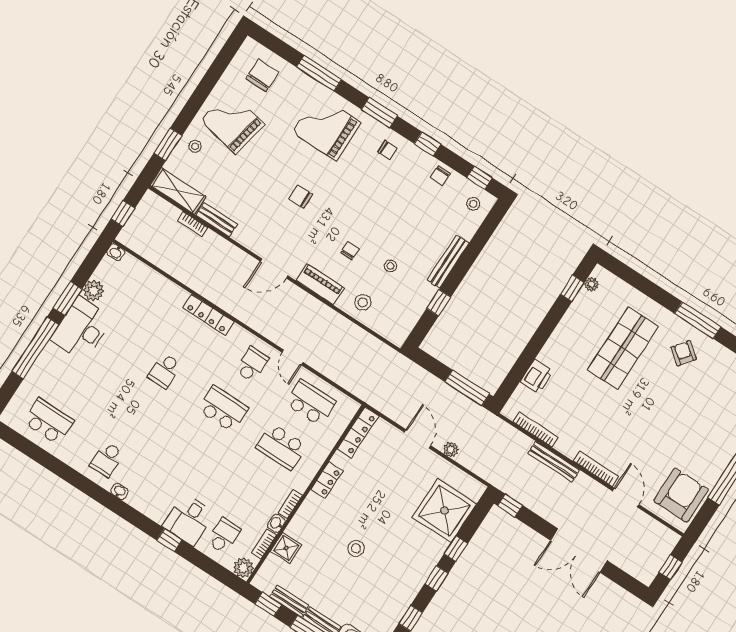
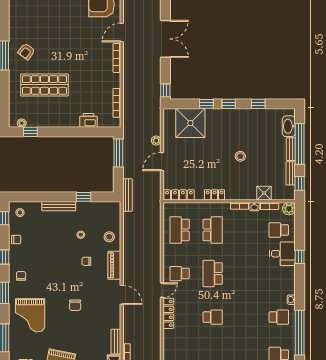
door: (292, 357) -> (162, 290), moved
bench: (554, 462) -> (127, 195), moved
window: (68, 474) -> (300, 333), added

